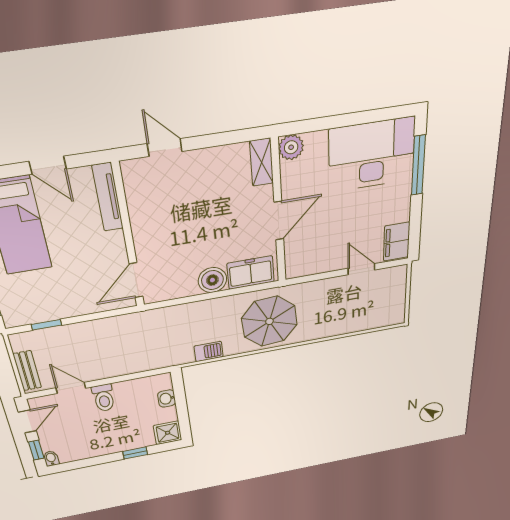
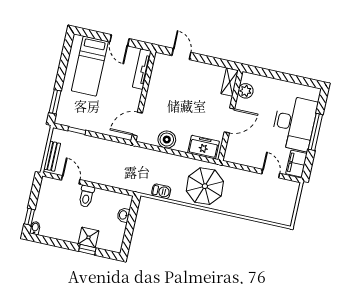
plant: (291, 147) -> (246, 91), moved
desk: (372, 155) -> (294, 123), moved, turned 90
window: (418, 165) -> (315, 132), moved
boiler: (212, 280) -> (167, 140), moved
door: (27, 421) -> (35, 192), removed
shower: (168, 433) -> (89, 237), moved

